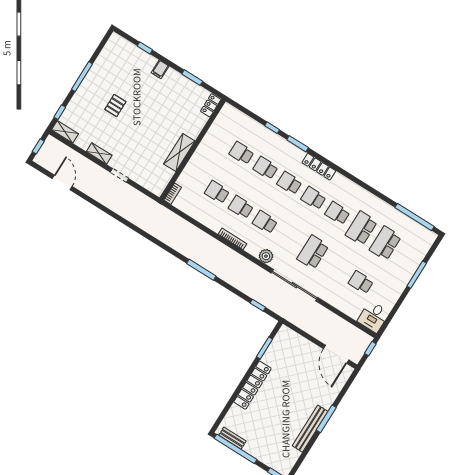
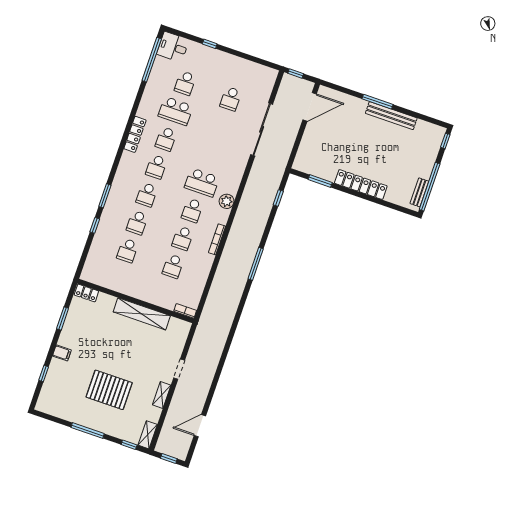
pallet: (115, 105) -> (109, 390), width x2.05, depth x2.00
shelving: (179, 152) -> (142, 314), width x1.47
locker: (319, 167) -> (135, 134), moved
school desk: (385, 243) -> (185, 83), width x0.54
school desk: (313, 252) -> (202, 182), moved
window: (417, 275) -> (210, 44), width x0.46
sliding door: (294, 285) -> (262, 129), moved
desk: (373, 317) -> (173, 47), moved, turned 180

